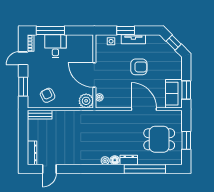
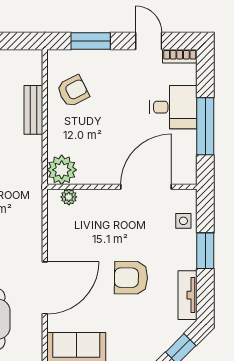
window: (50, 31) -> (205, 126), moved
tv unit: (133, 39) -> (188, 295), moved
armchair: (139, 67) -> (131, 278), turned 91
door: (94, 75) -> (146, 187), moved
bench: (40, 115) -> (33, 110), moved

